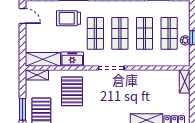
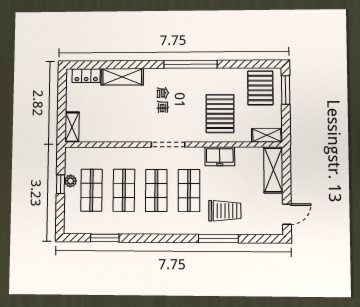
door: (22, 16) -> (287, 214), swing flipped
shelving: (43, 59) -> (273, 170), moved, turned 90

